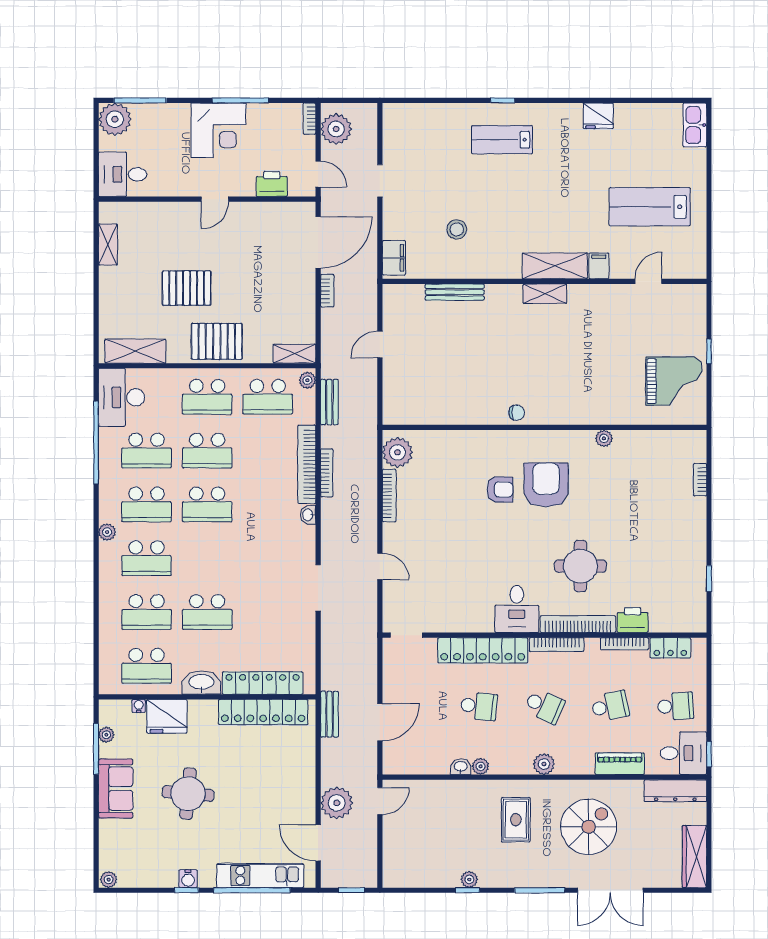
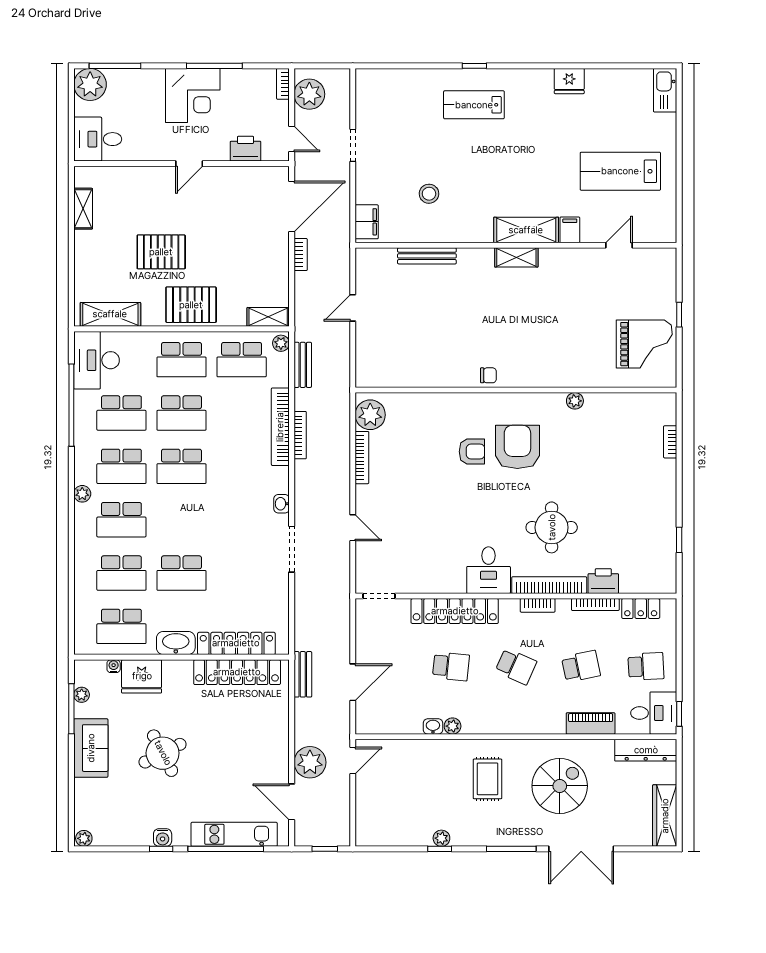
washbasin: (308, 515) -> (282, 504), moved
bookcase: (557, 645) -> (538, 605), width x0.64
plant: (544, 764) -> (515, 724), removed
round table: (188, 794) -> (163, 753), turned -32

